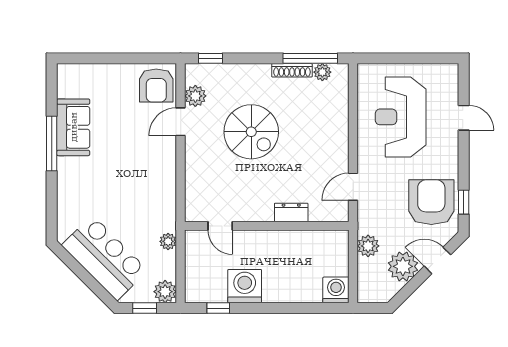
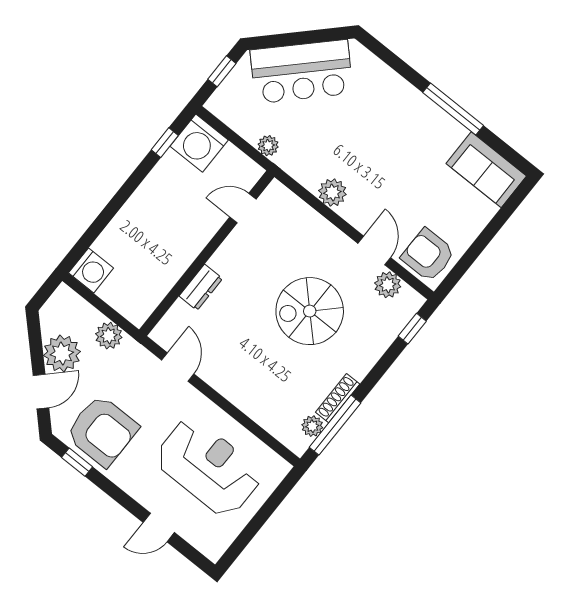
sofa: (73, 127) -> (486, 170), moved
washing machine: (245, 286) -> (199, 143), moved, turned 90
plant: (165, 292) -> (332, 192), moved

